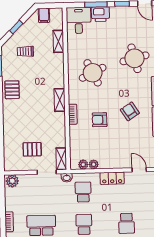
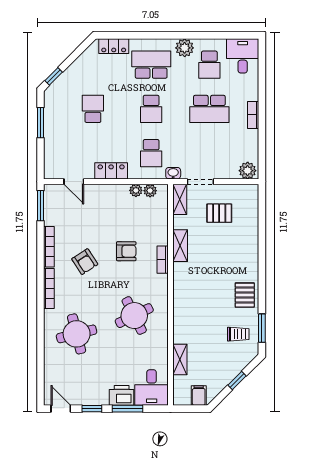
trolley: (25, 51) -> (238, 334), moved
shelving: (60, 100) -> (180, 246), moved

